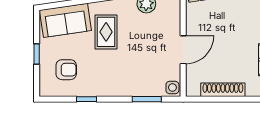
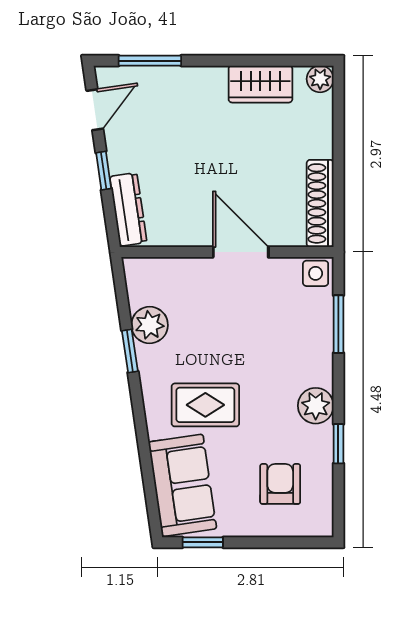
window: (37, 54) -> (203, 542), moved
plant: (106, 88) -> (316, 406), added
shoe rack: (223, 90) -> (320, 203), moved

